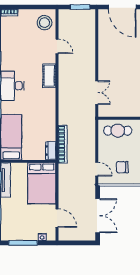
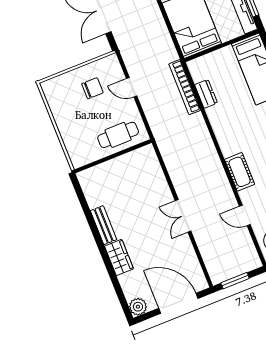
double door: (97, 93) -> (183, 216), moved
dresser: (51, 150) -> (206, 94), moved
door: (97, 169) -> (132, 87), moved

